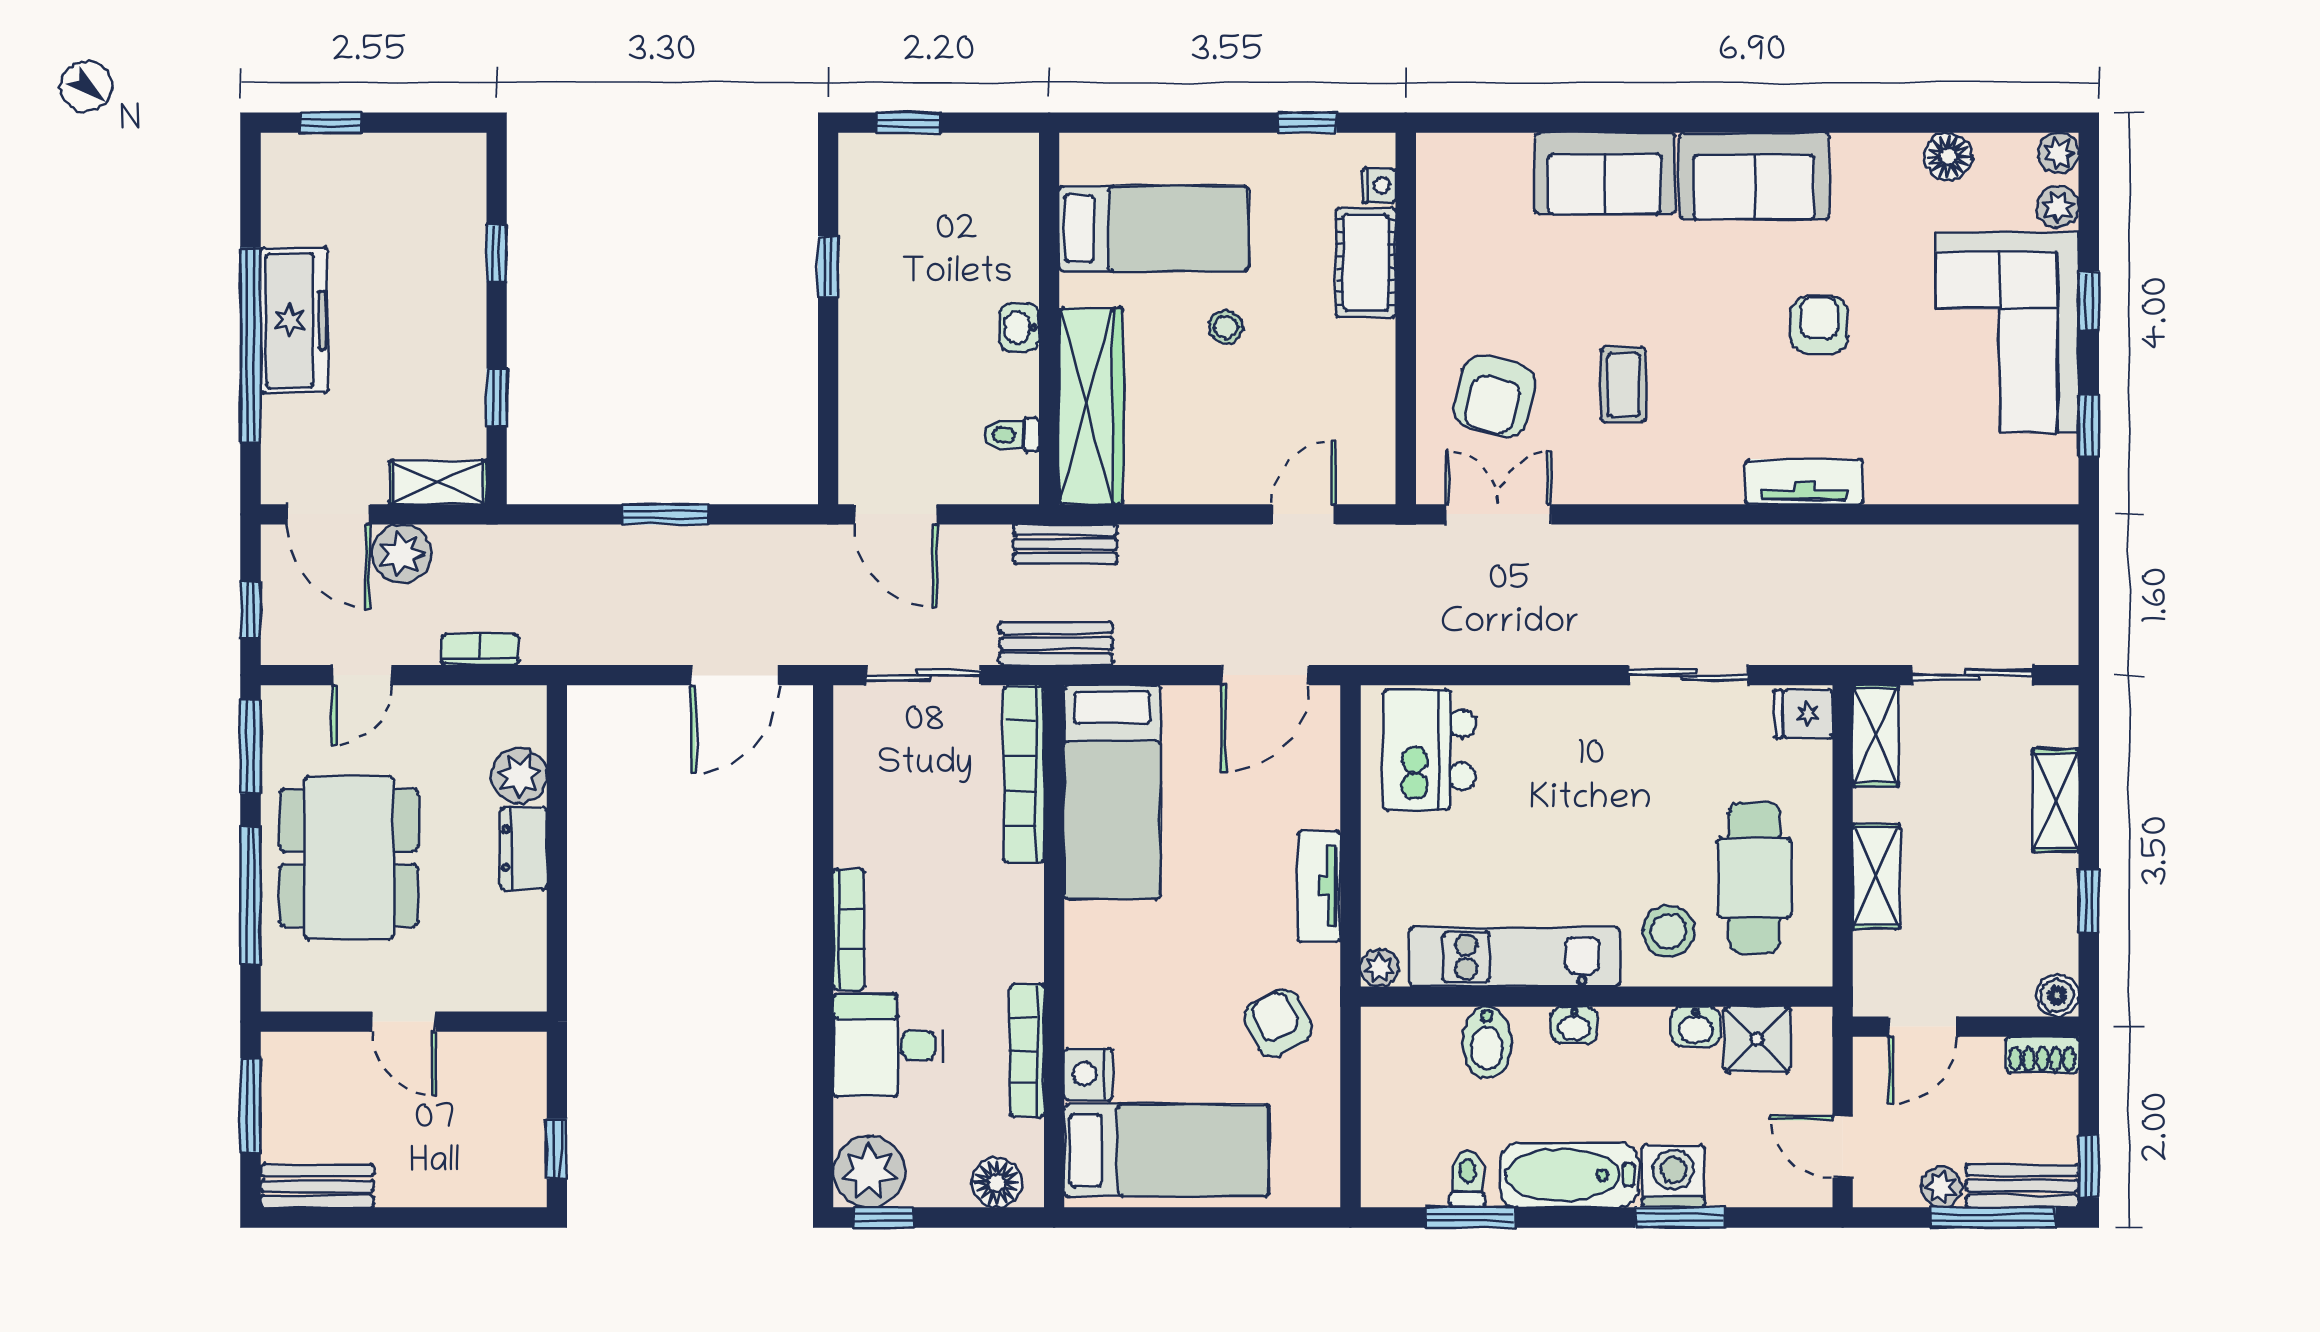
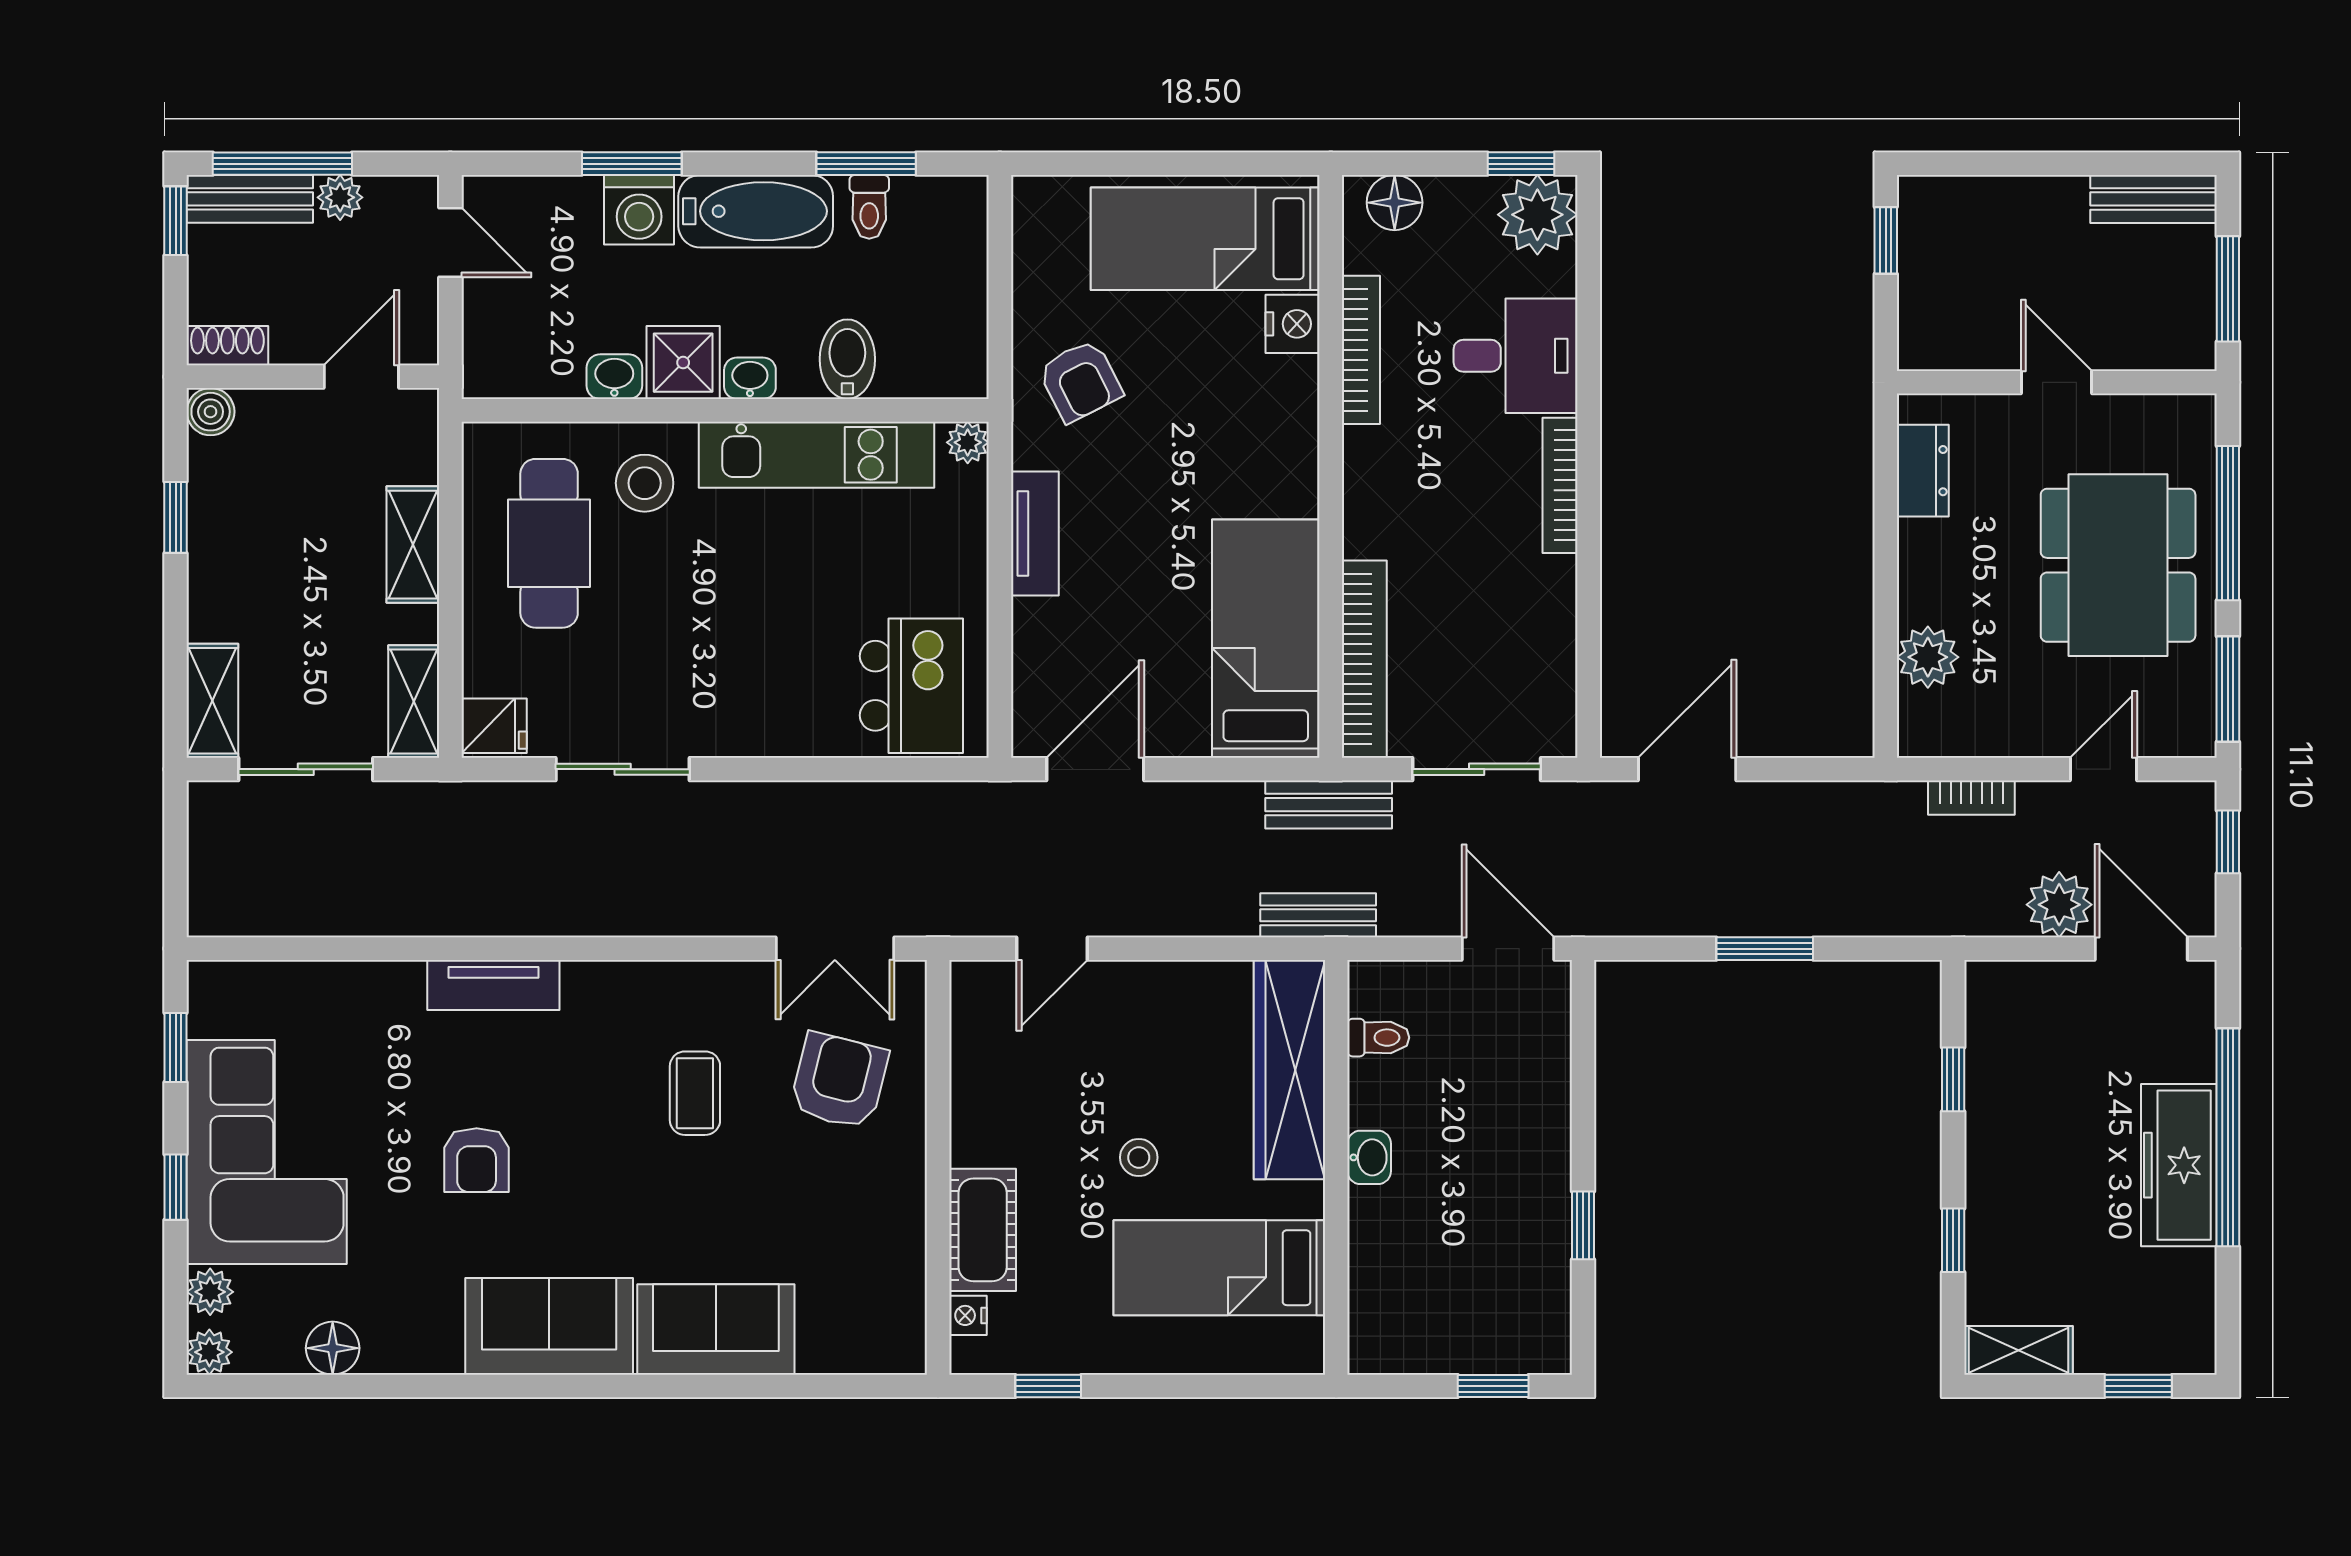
shelving: (438, 483) -> (2018, 1350), moved
shelving: (2056, 800) -> (212, 701), moved
dresser: (524, 848) -> (1923, 471), moved
shower: (1757, 1039) -> (683, 363), moved

